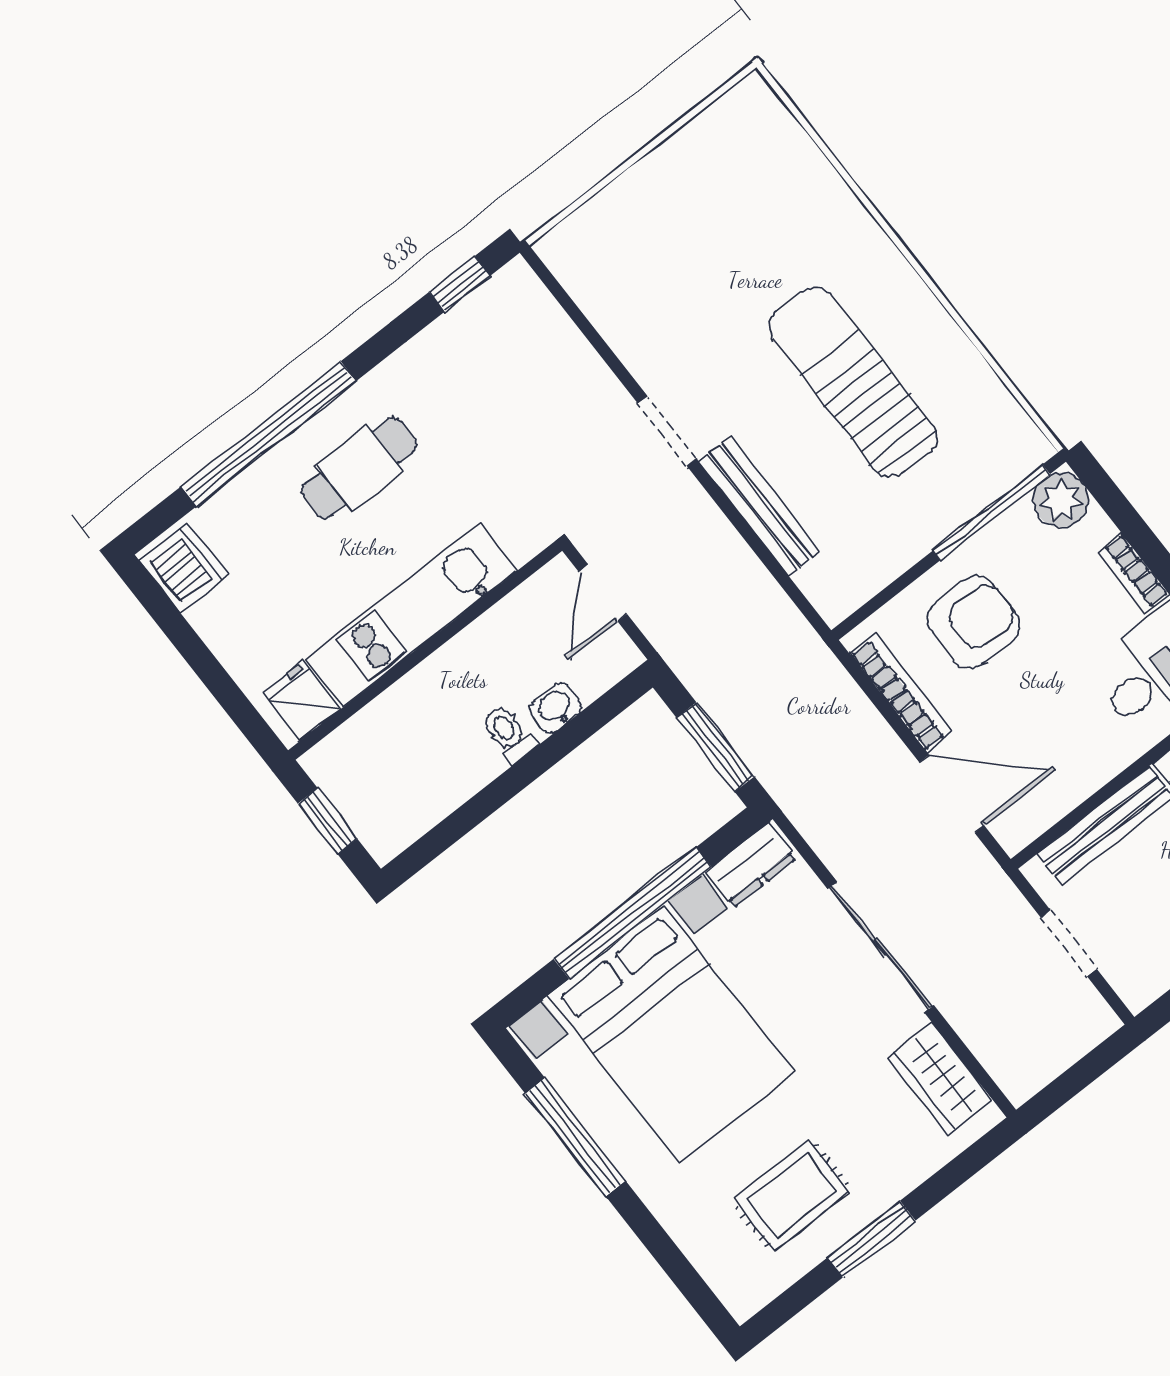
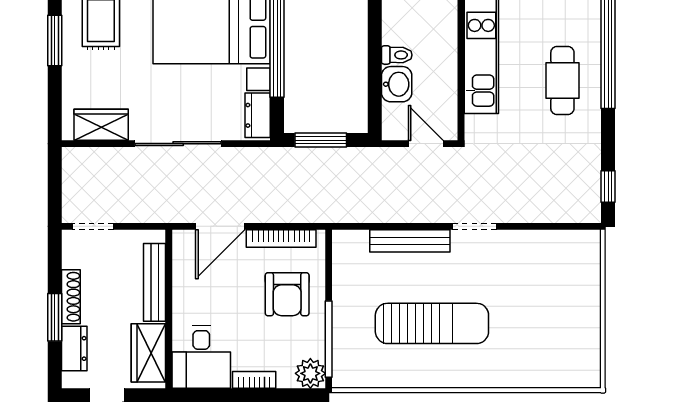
washbasin: (556, 708) -> (397, 84), width x1.38, depth x1.45
doorway: (1069, 943) -> (93, 226), moved

